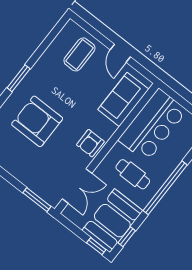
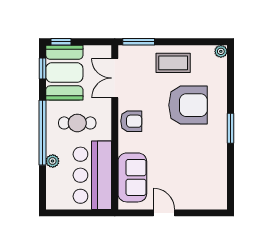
coffee table: (79, 54) -> (173, 63), moved, turned 90
armchair: (90, 143) -> (131, 121), turned 90
plant: (175, 160) -> (53, 161), added

